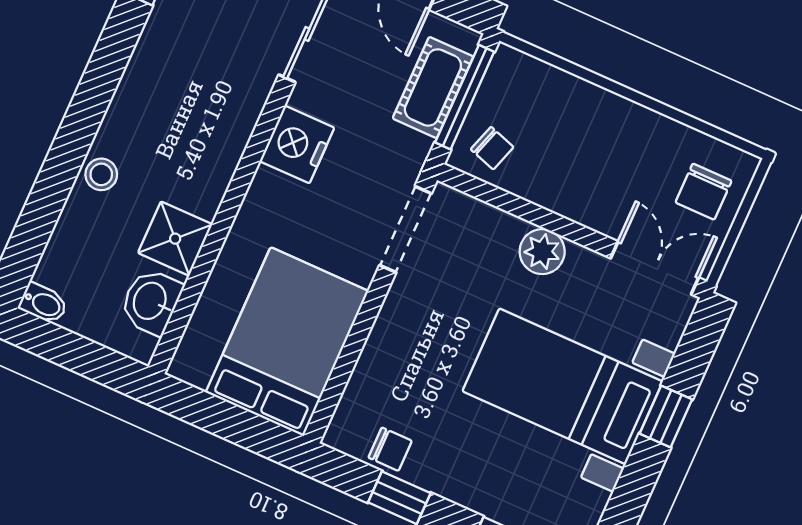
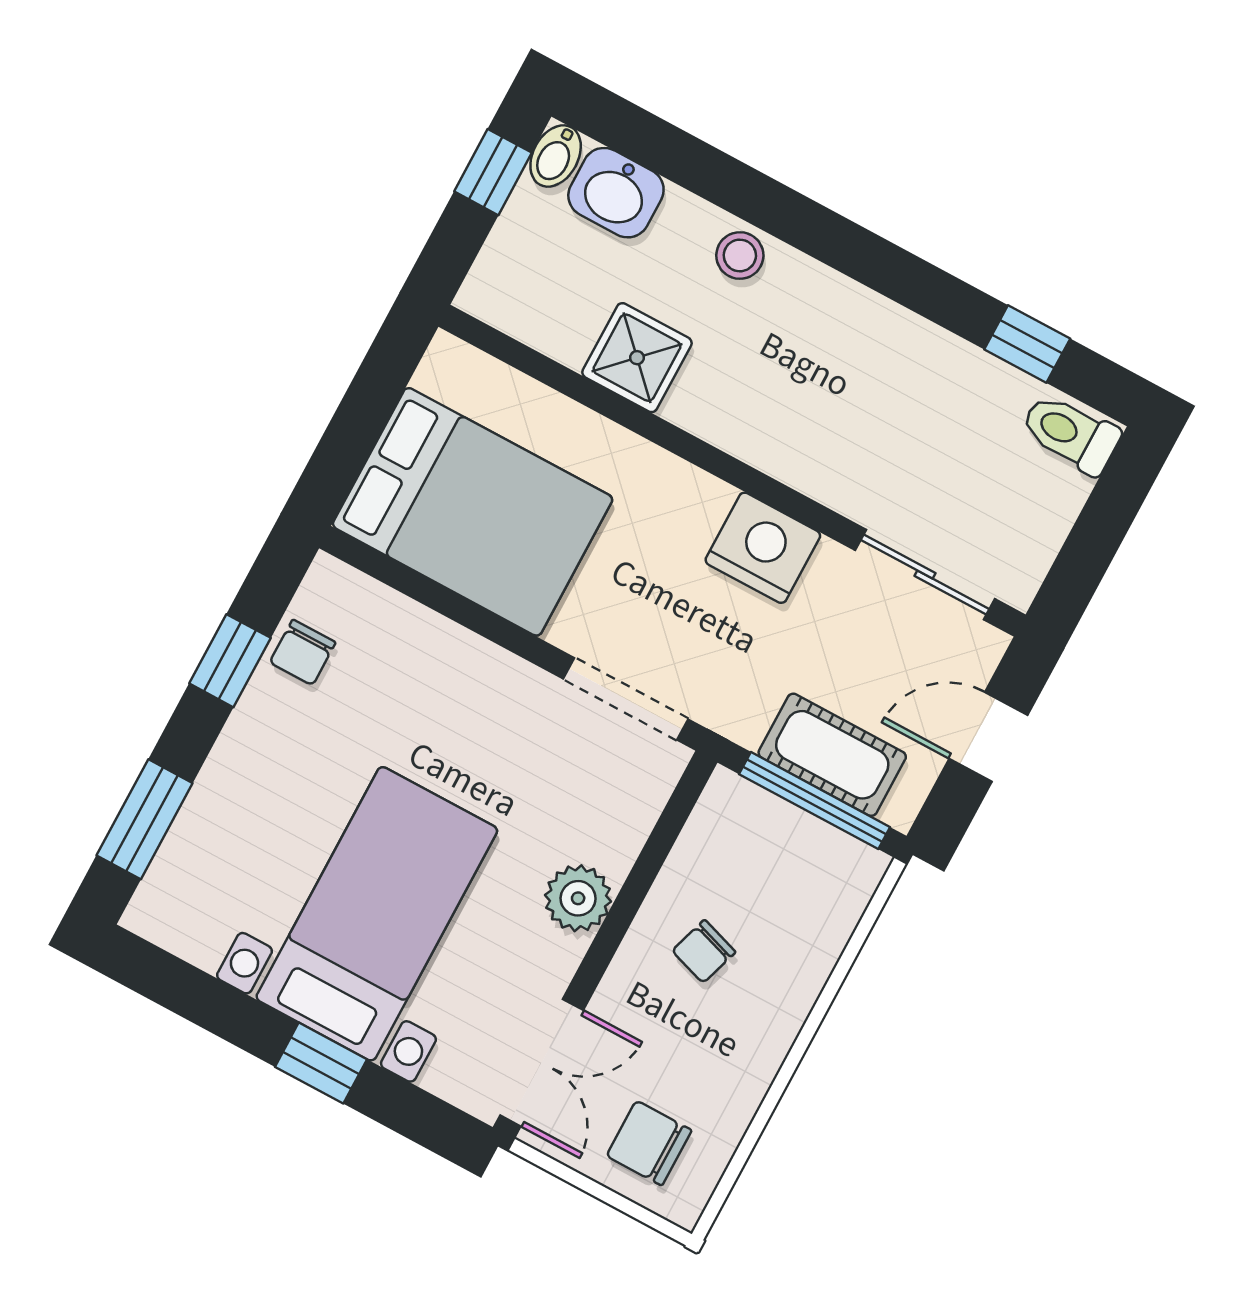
chair: (492, 148) -> (704, 951), moved
washbasin: (151, 301) -> (616, 193), moved, turned 180
window: (57, 345) -> (493, 172), added

